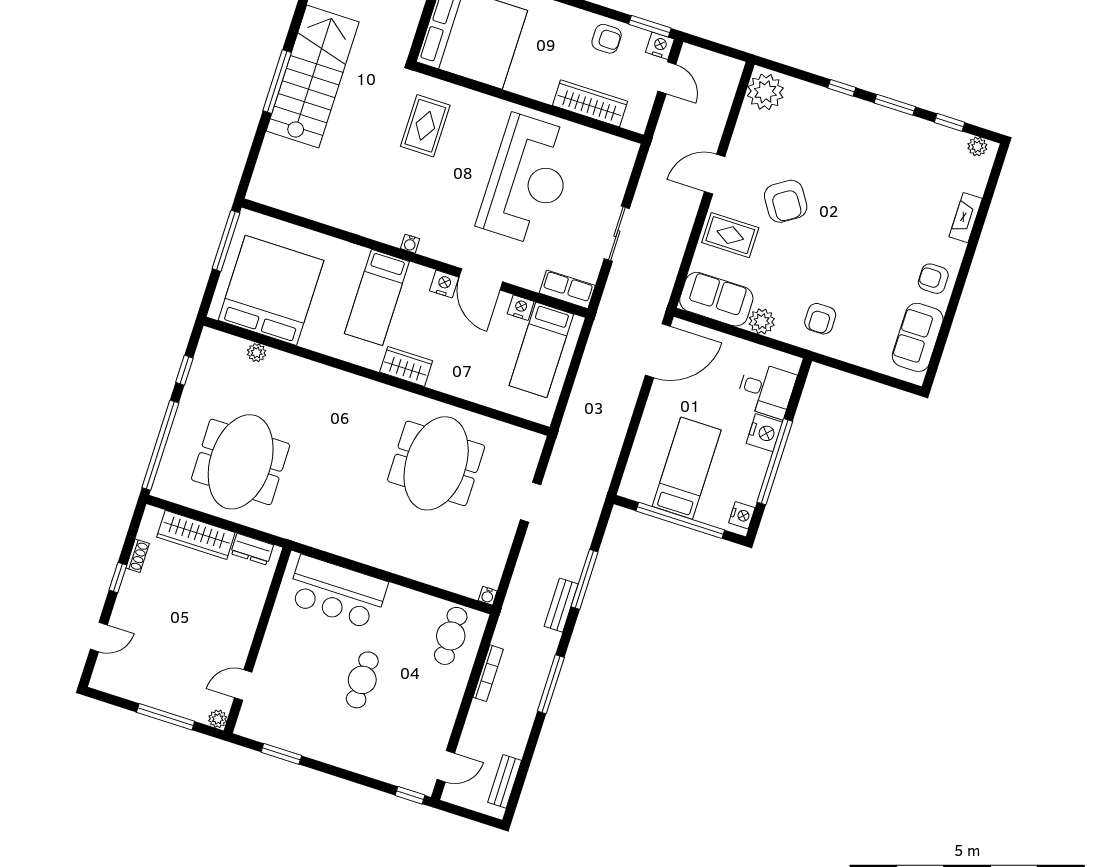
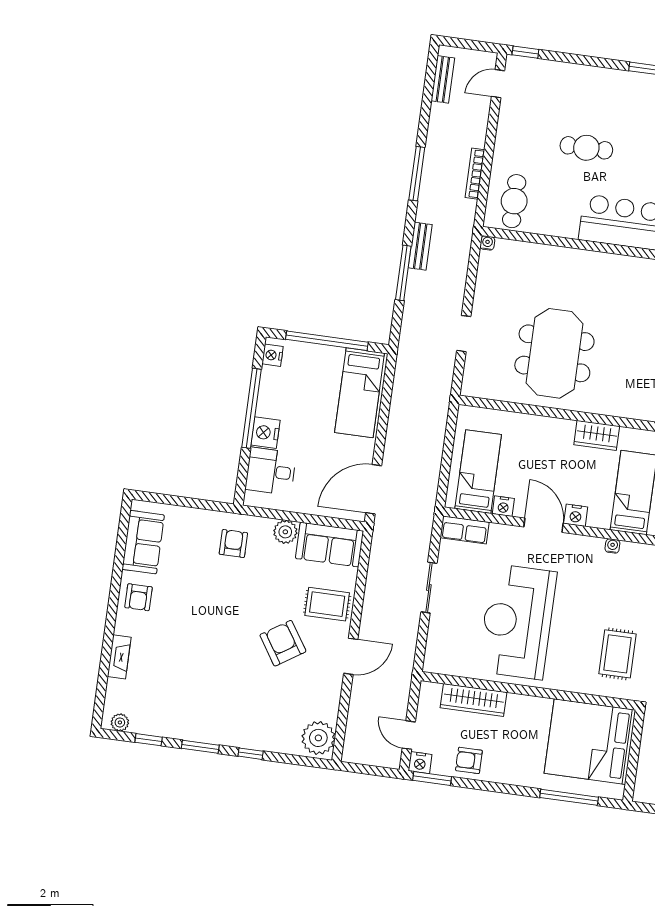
armchair: (933, 279) -> (138, 597), turned 90
bed: (687, 468) -> (360, 393), moved
cafe table: (362, 680) -> (586, 148), turned 90

